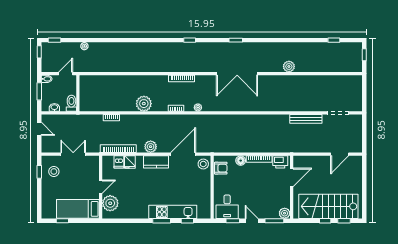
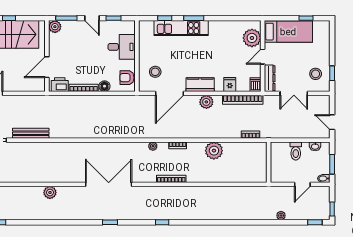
wall: (78, 93) -> (269, 162), moved
dishwasher: (119, 162) -> (256, 85), moved
stool: (203, 164) -> (155, 72), moved
dresser: (94, 168) -> (270, 78), added
desk: (227, 207) -> (122, 47), moved, turned 90

